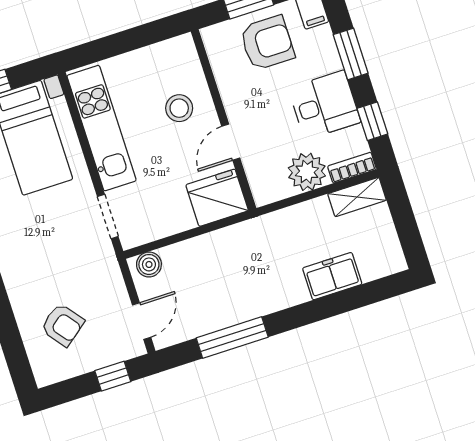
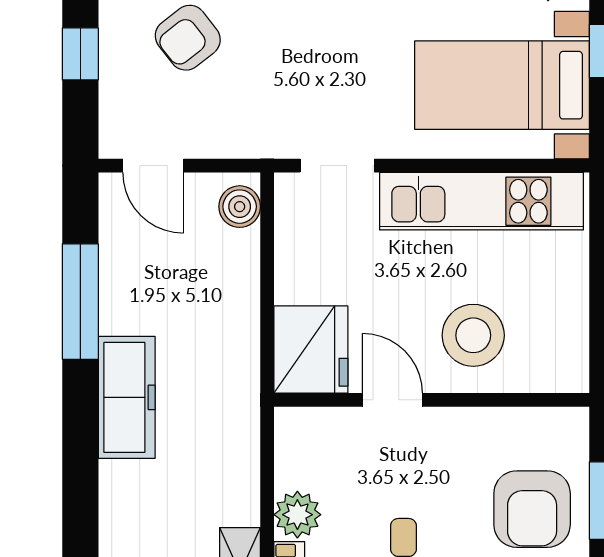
stool: (179, 108) -> (473, 335), width x1.38, depth x1.38
plant: (307, 172) -> (297, 515), width x0.73, depth x0.73
freezer: (332, 276) -> (127, 397), moved, width x1.40
window: (113, 376) -> (80, 54), moved

